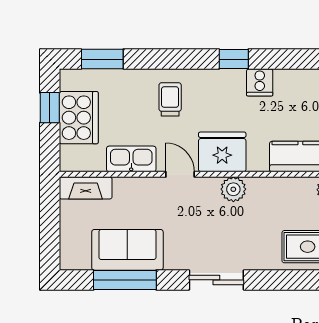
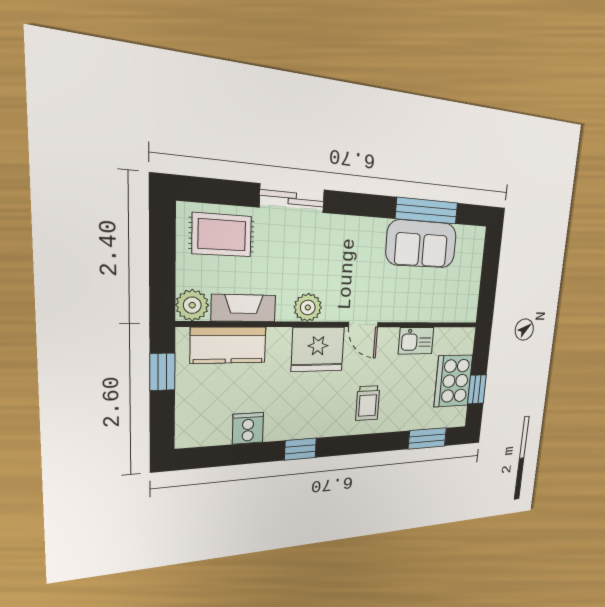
cooker: (260, 82) -> (248, 428), moved
kitchen sink: (131, 159) -> (416, 341), width x0.73
fireplace: (86, 188) -> (244, 308), moved
sliding door: (216, 280) -> (292, 198), moved

